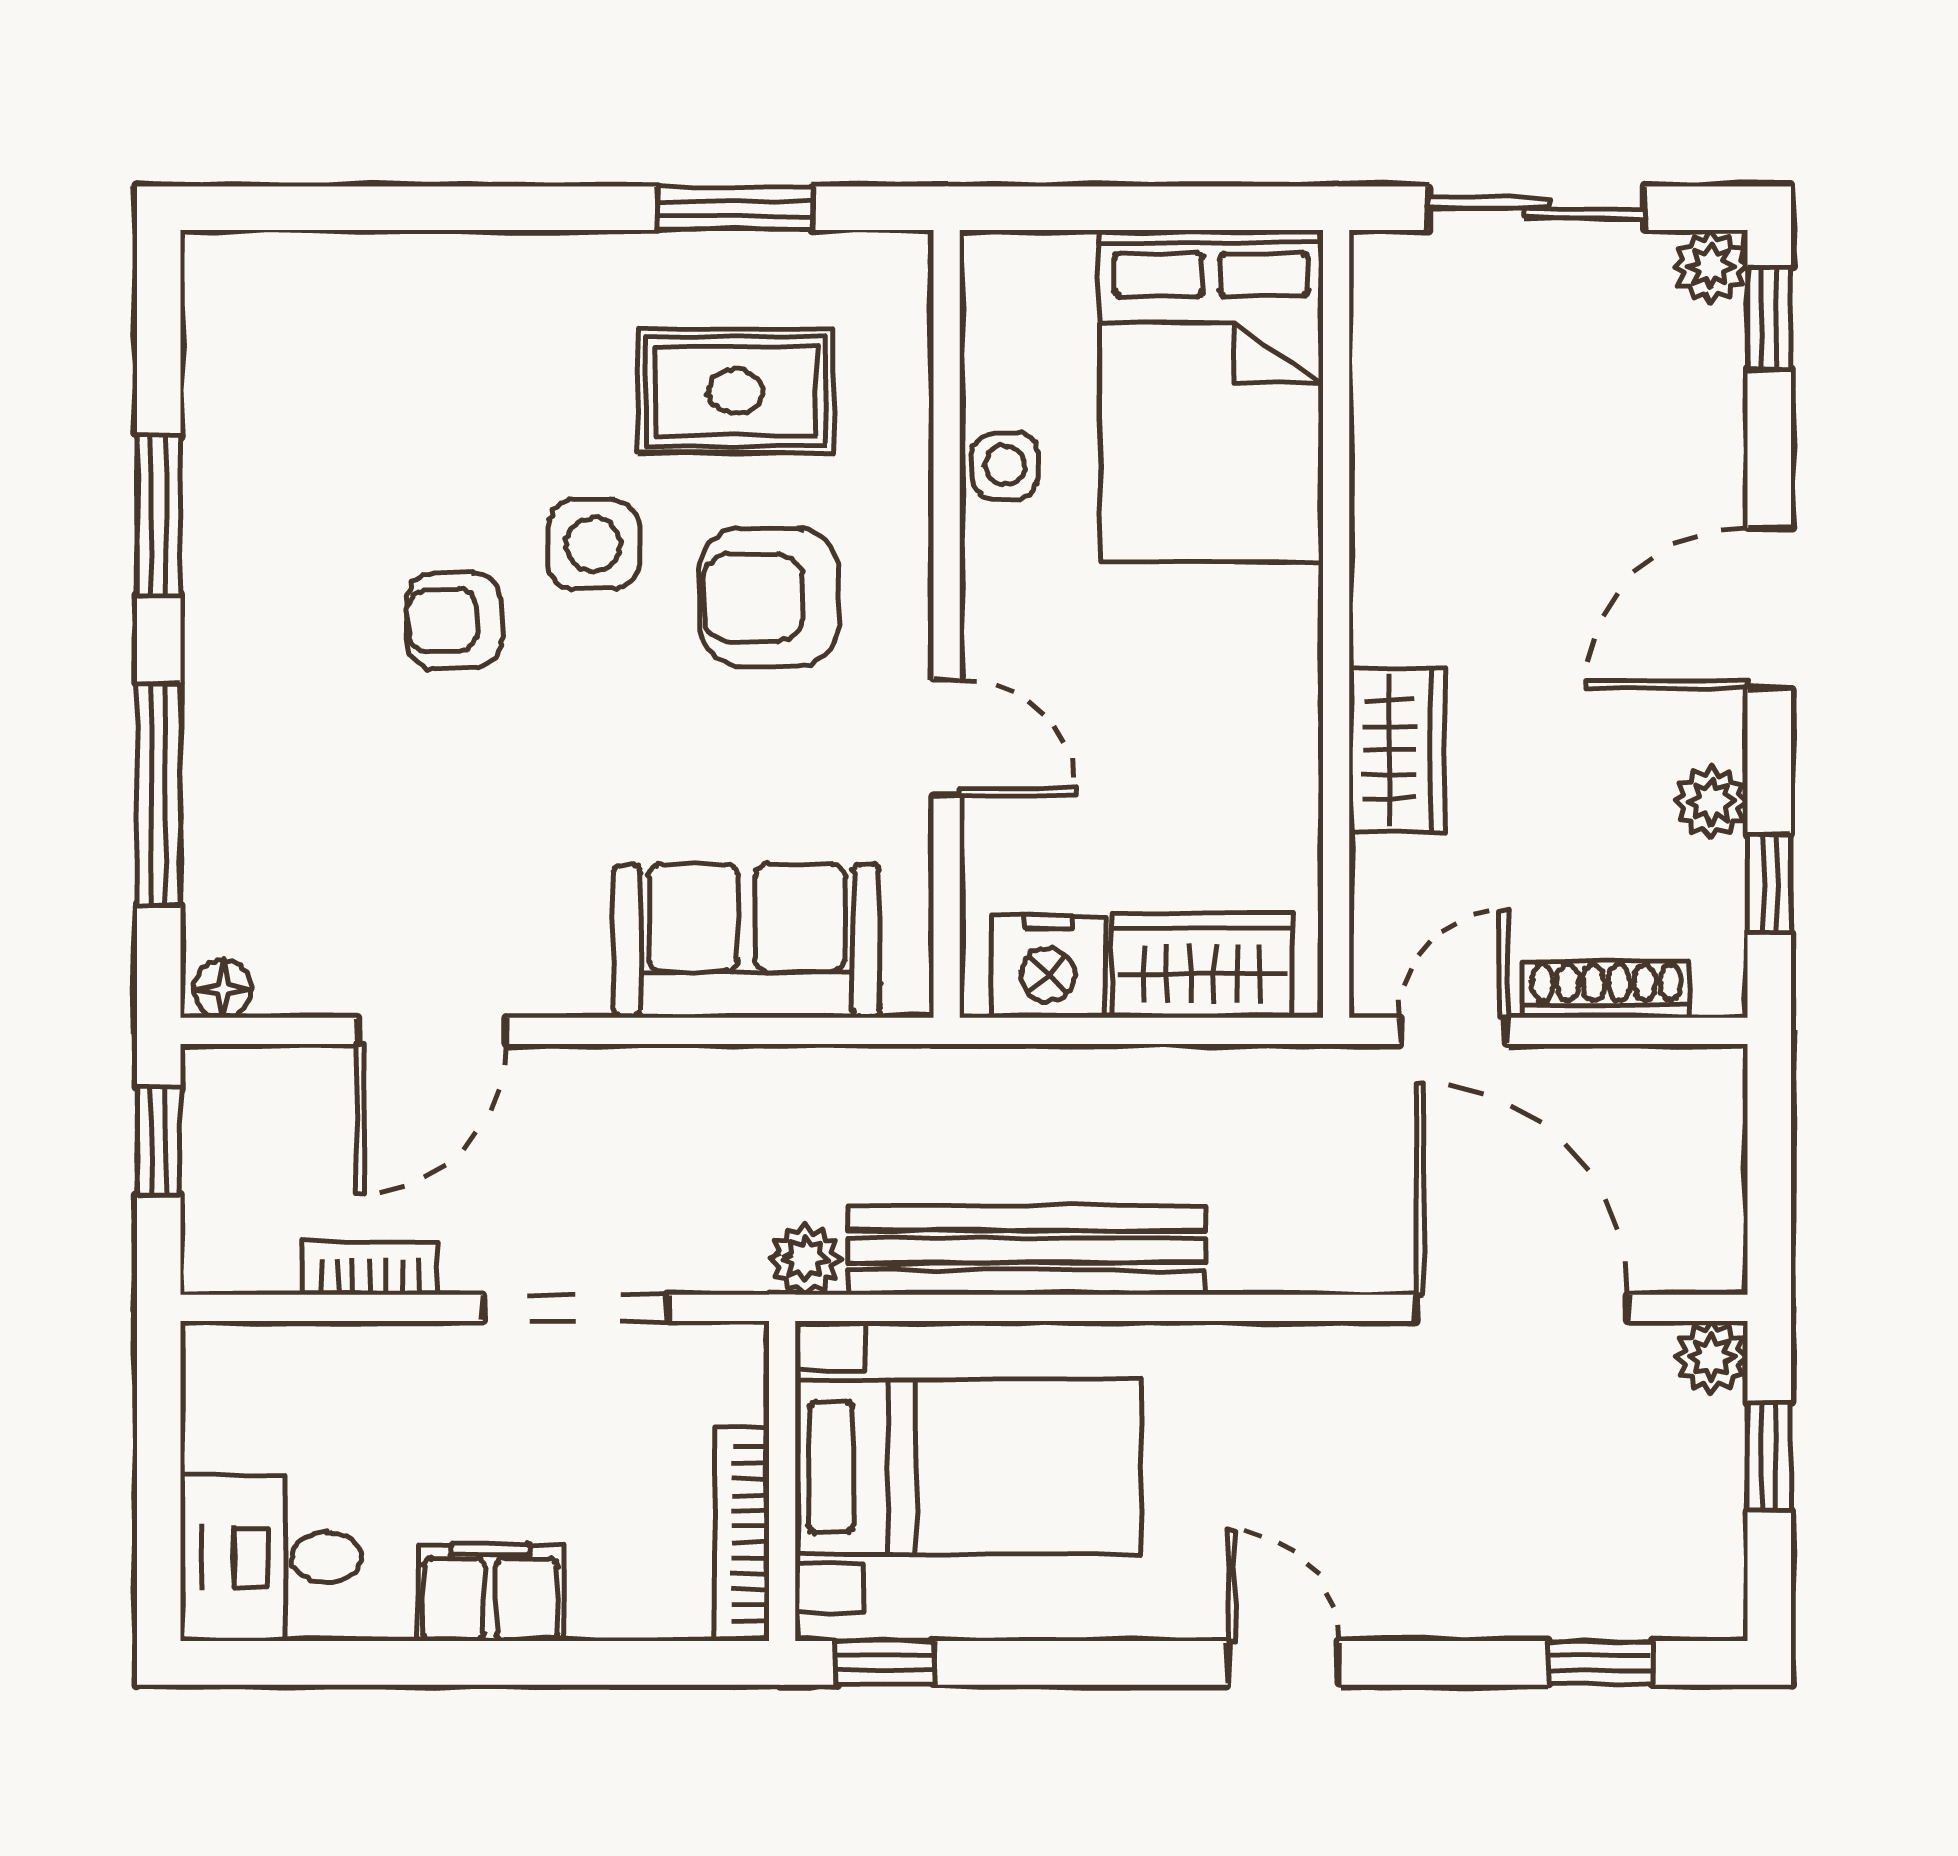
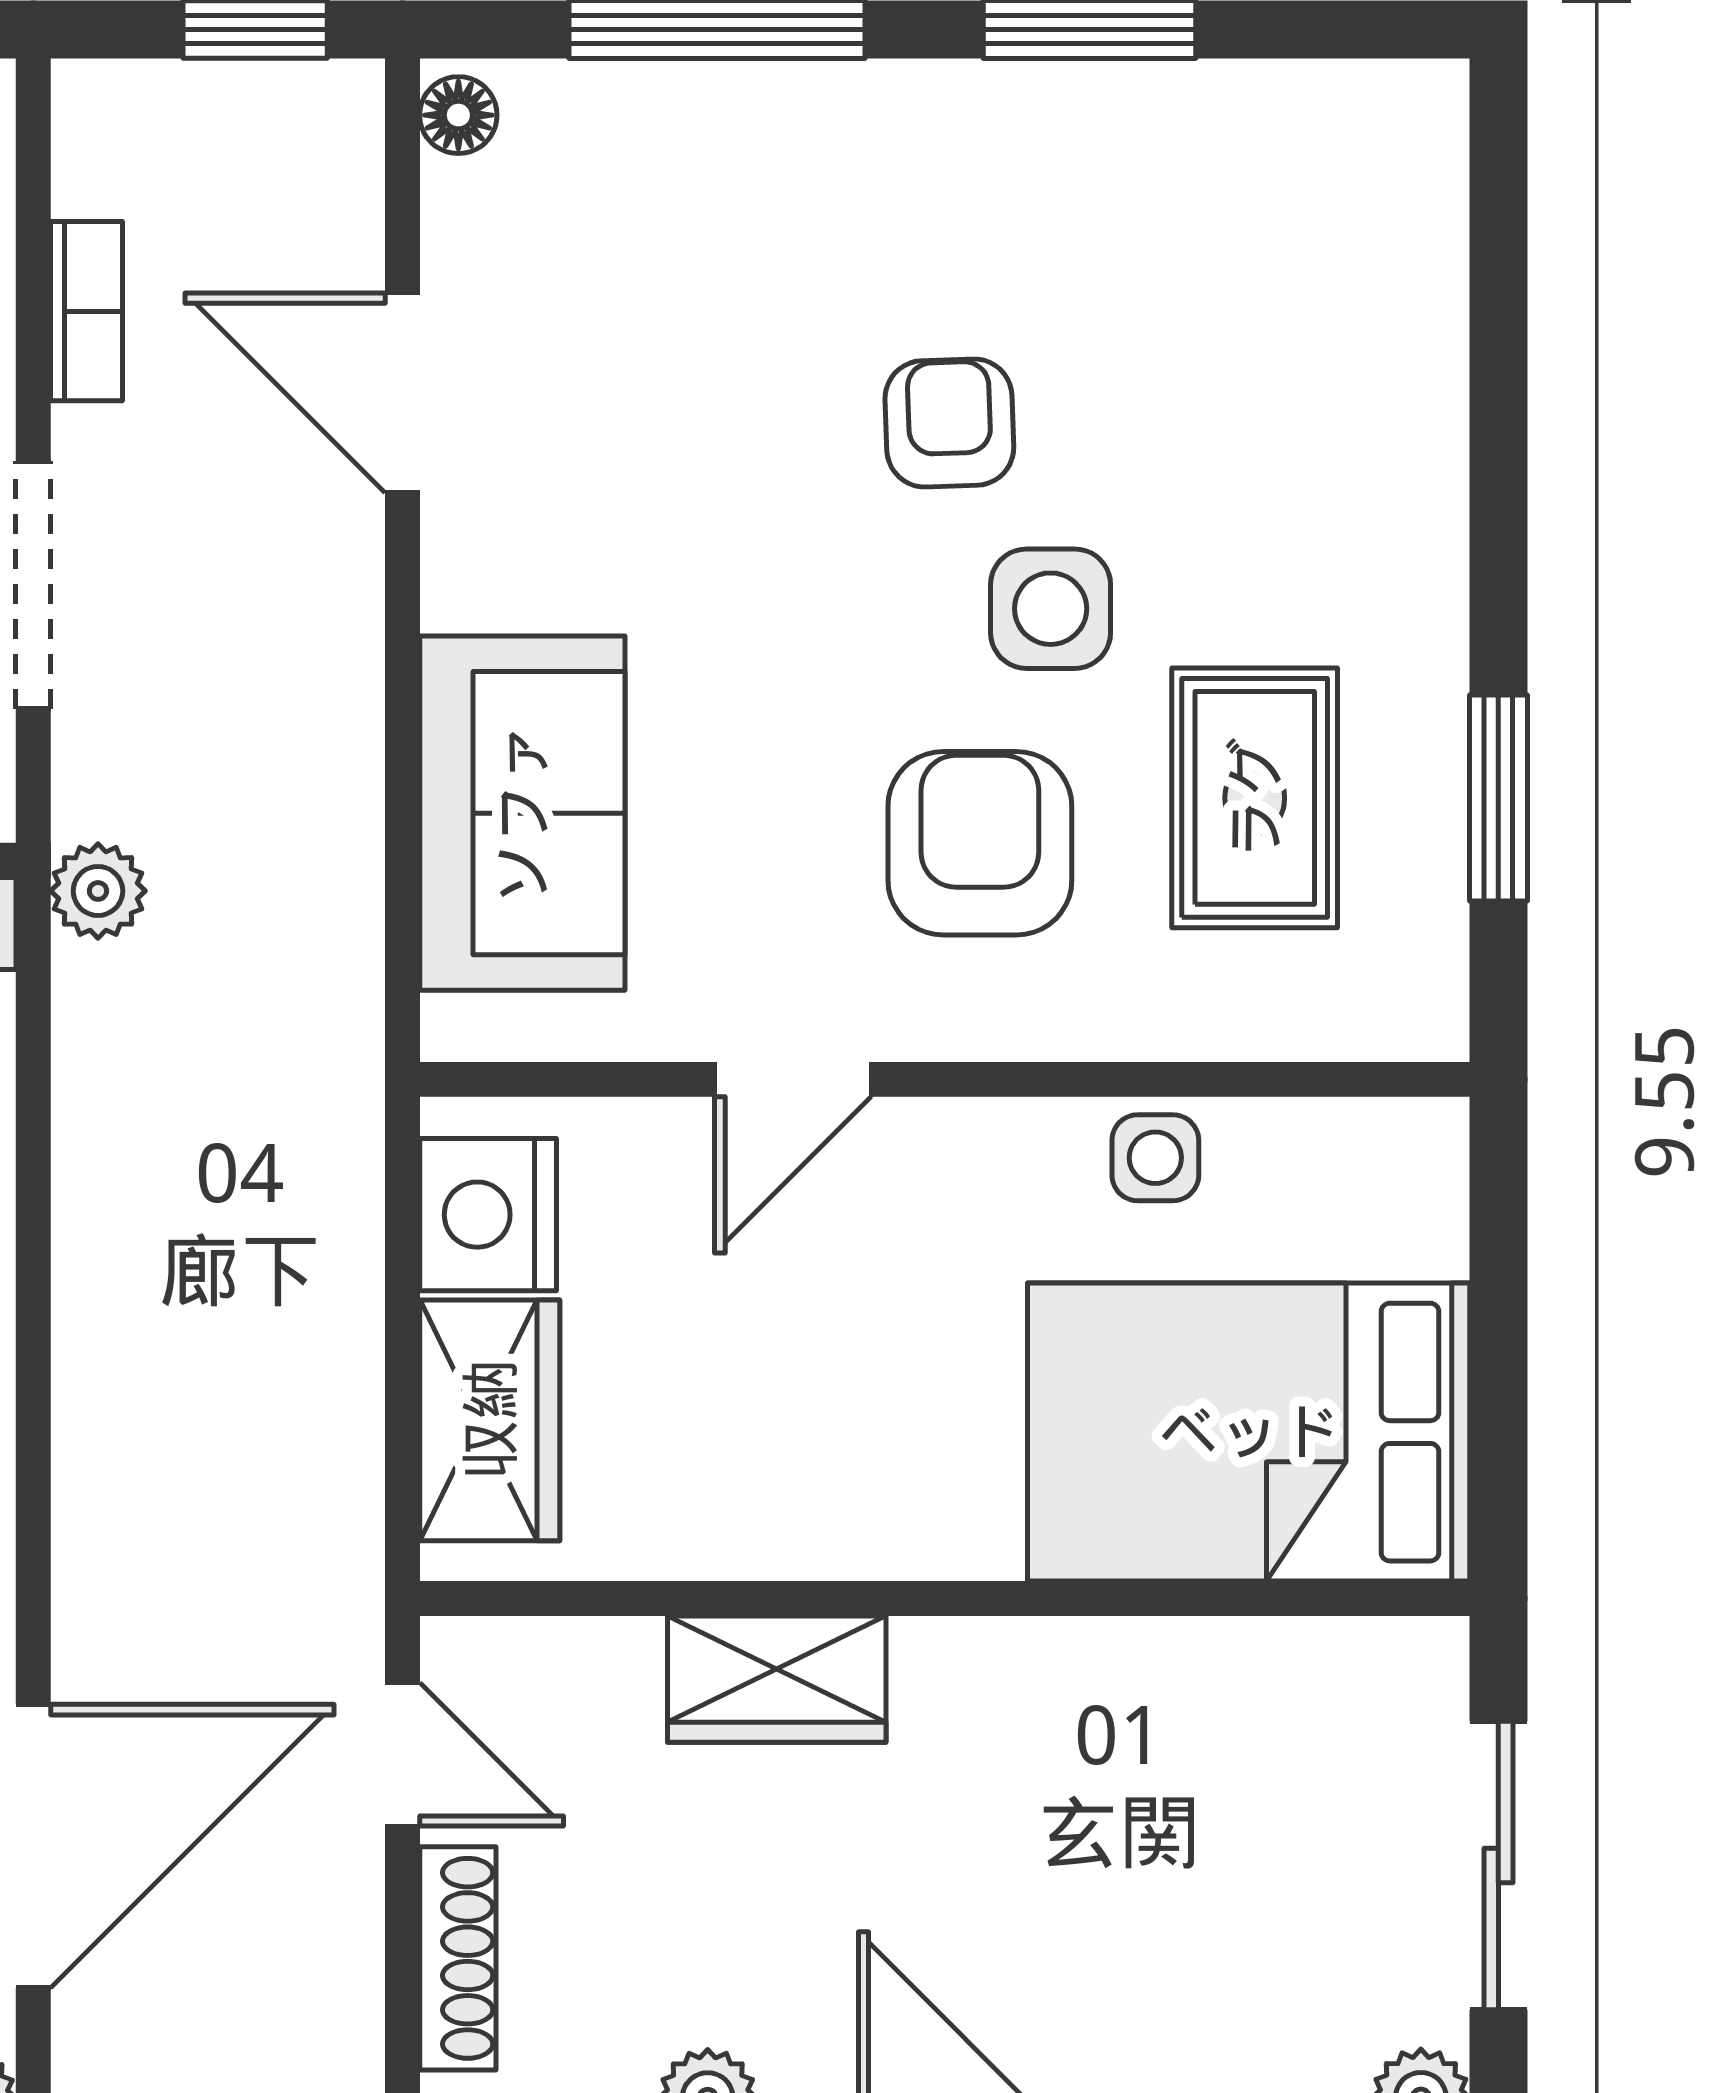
bench: (1026, 1250) -> (110, 1185), removed

